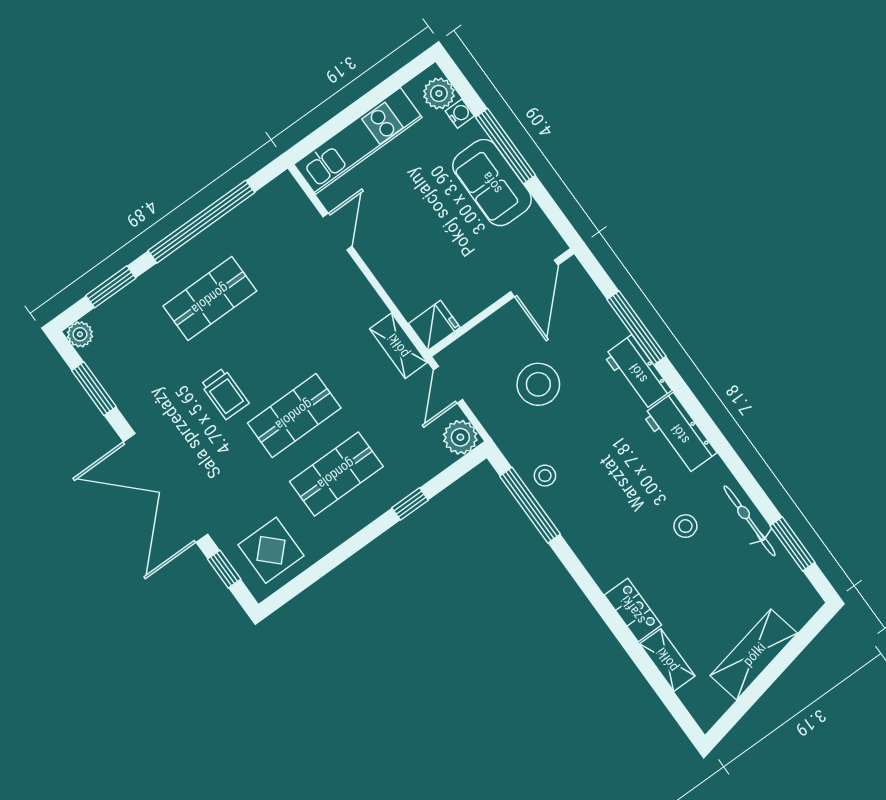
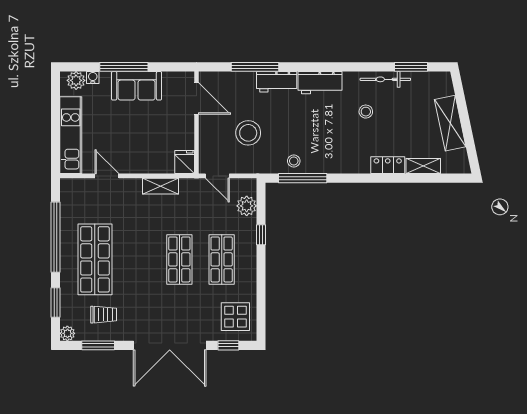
shop shelf: (210, 299) -> (95, 259), width x1.43, depth x1.36
shelving: (398, 346) -> (160, 186), moved
trolley: (225, 394) -> (104, 315), moved
plant: (460, 437) -> (247, 206), moved

